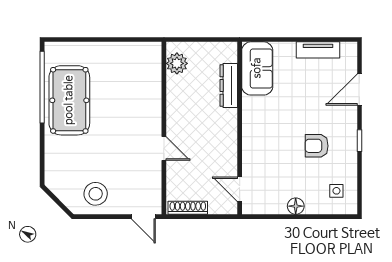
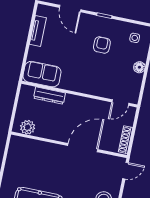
armchair: (317, 146) -> (102, 45), turned 180
door: (164, 148) -> (83, 148), width x1.88

